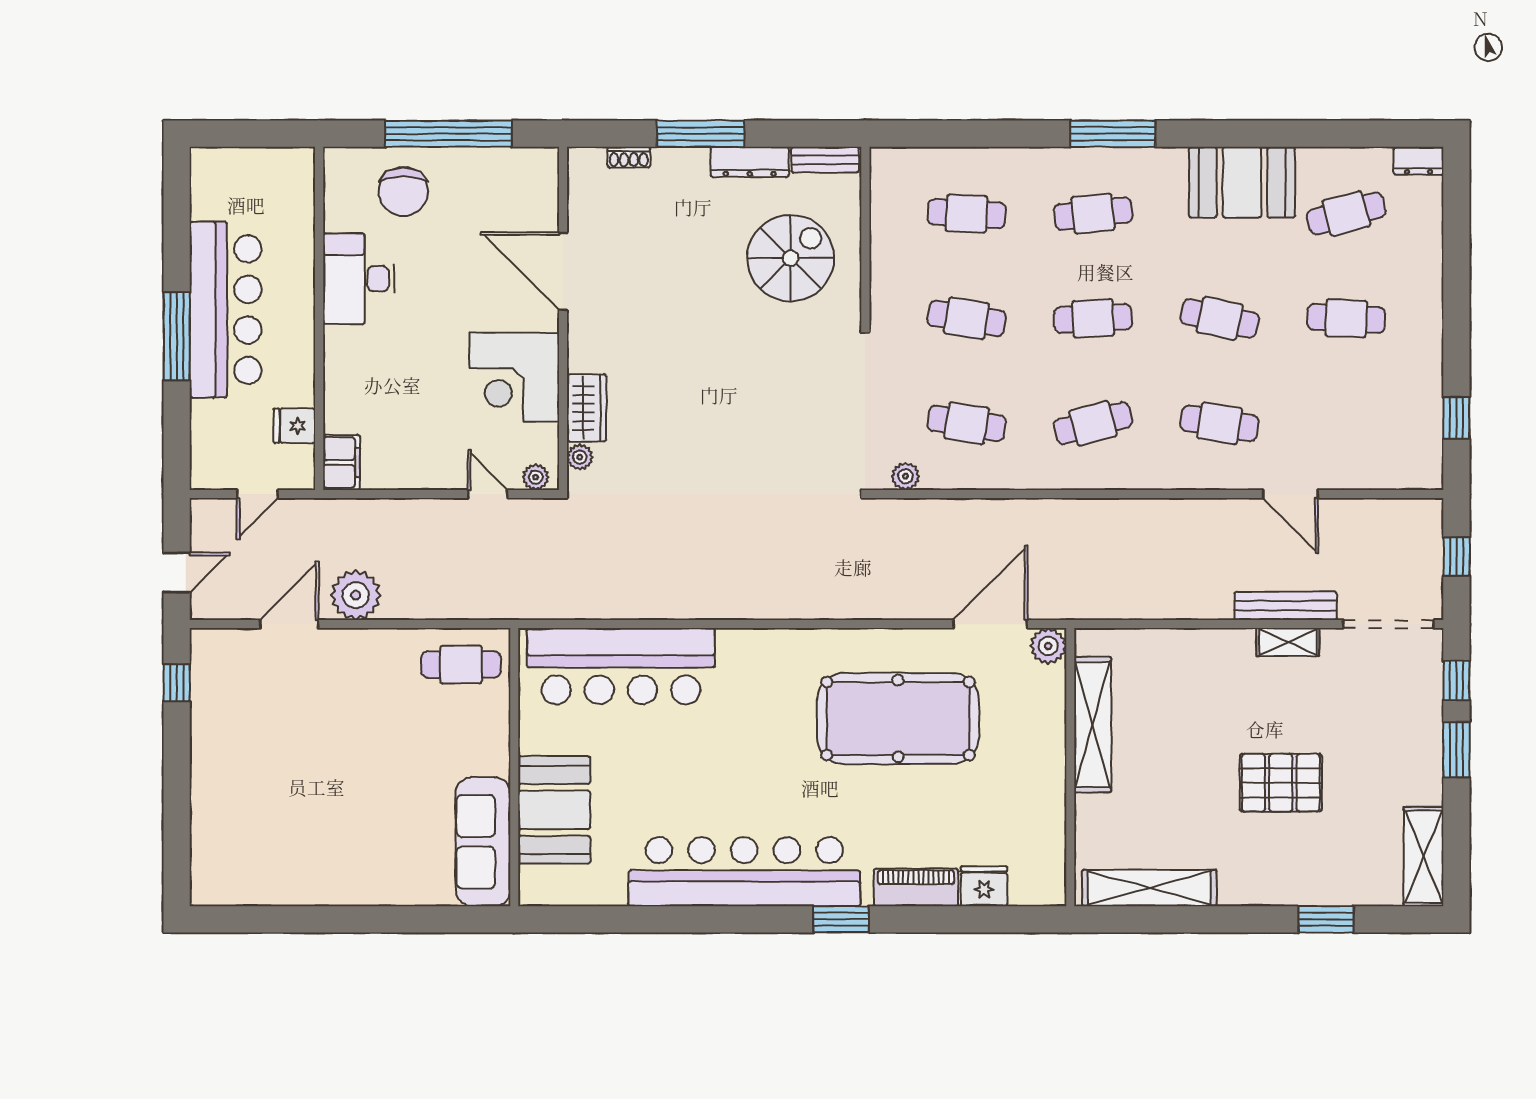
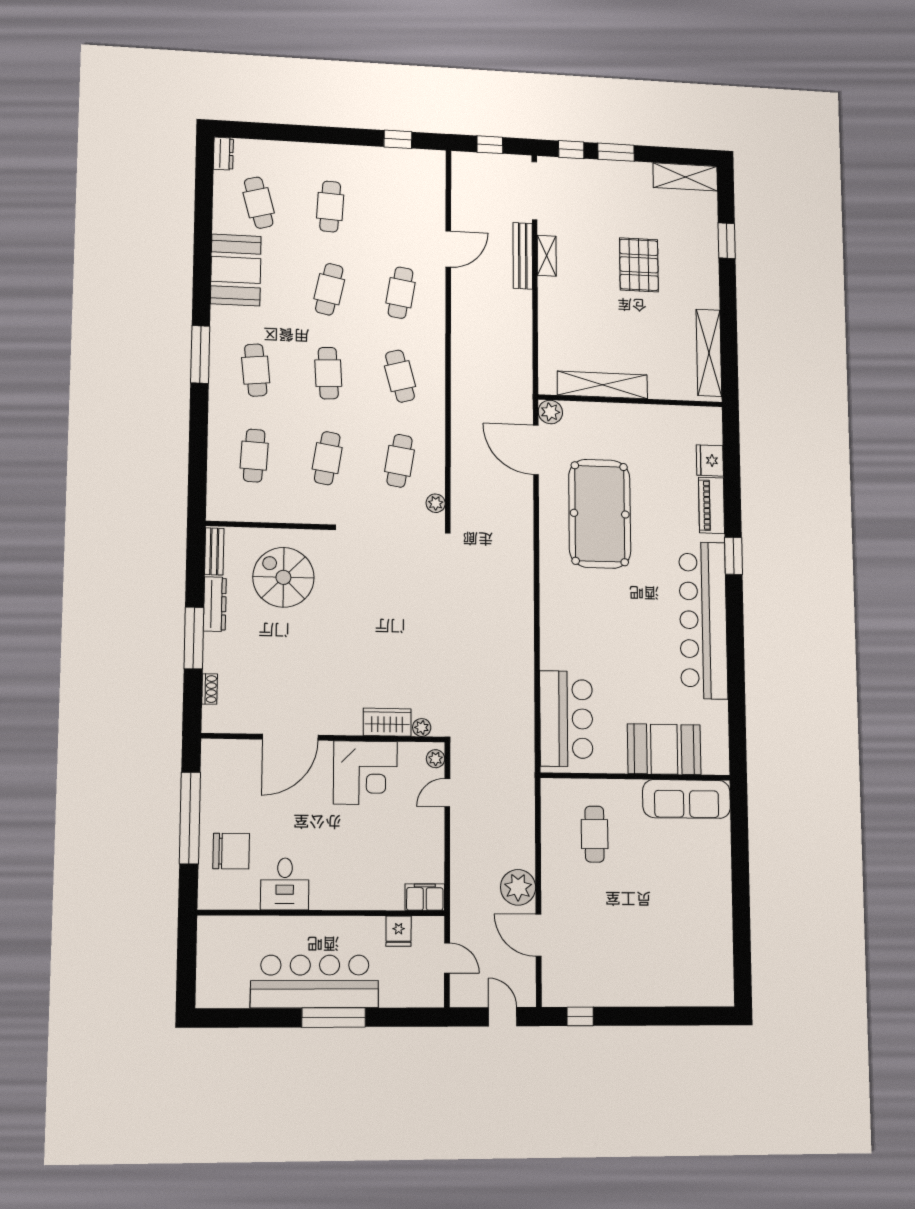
desk: (359, 279) -> (285, 884), width x0.73
cafe table: (461, 665) -> (595, 834), moved
bar counter: (621, 666) -> (566, 719), width x0.73

